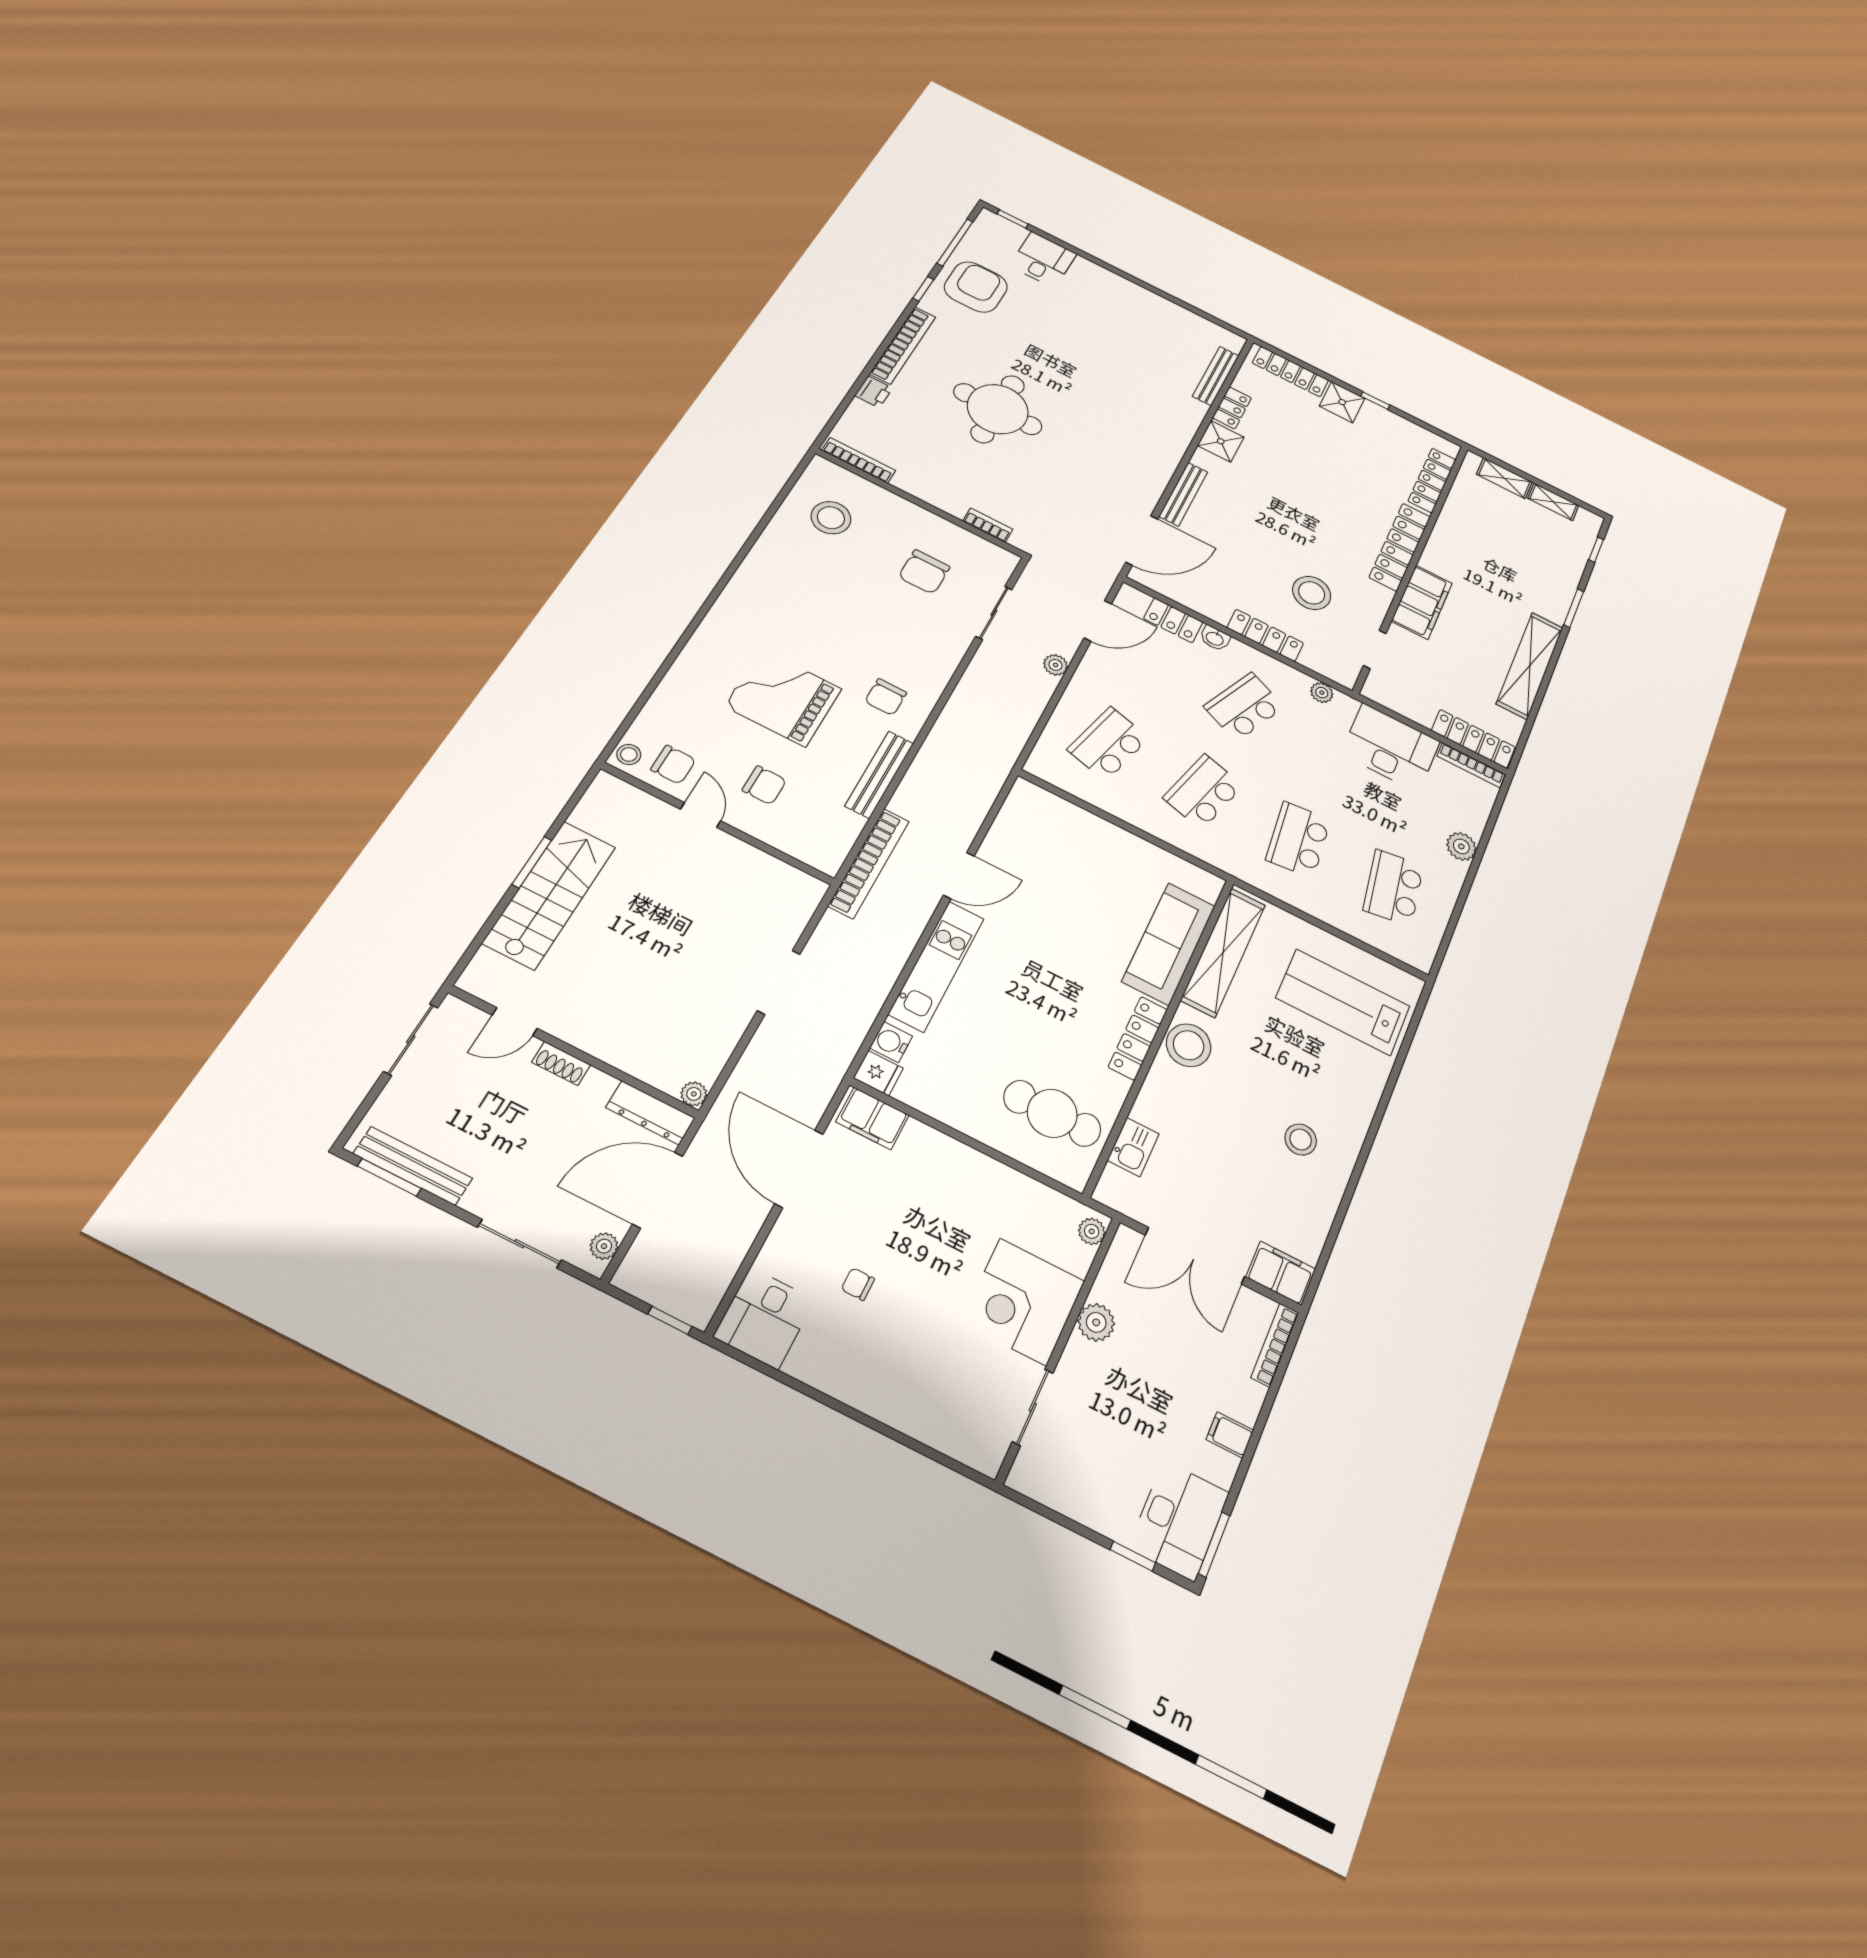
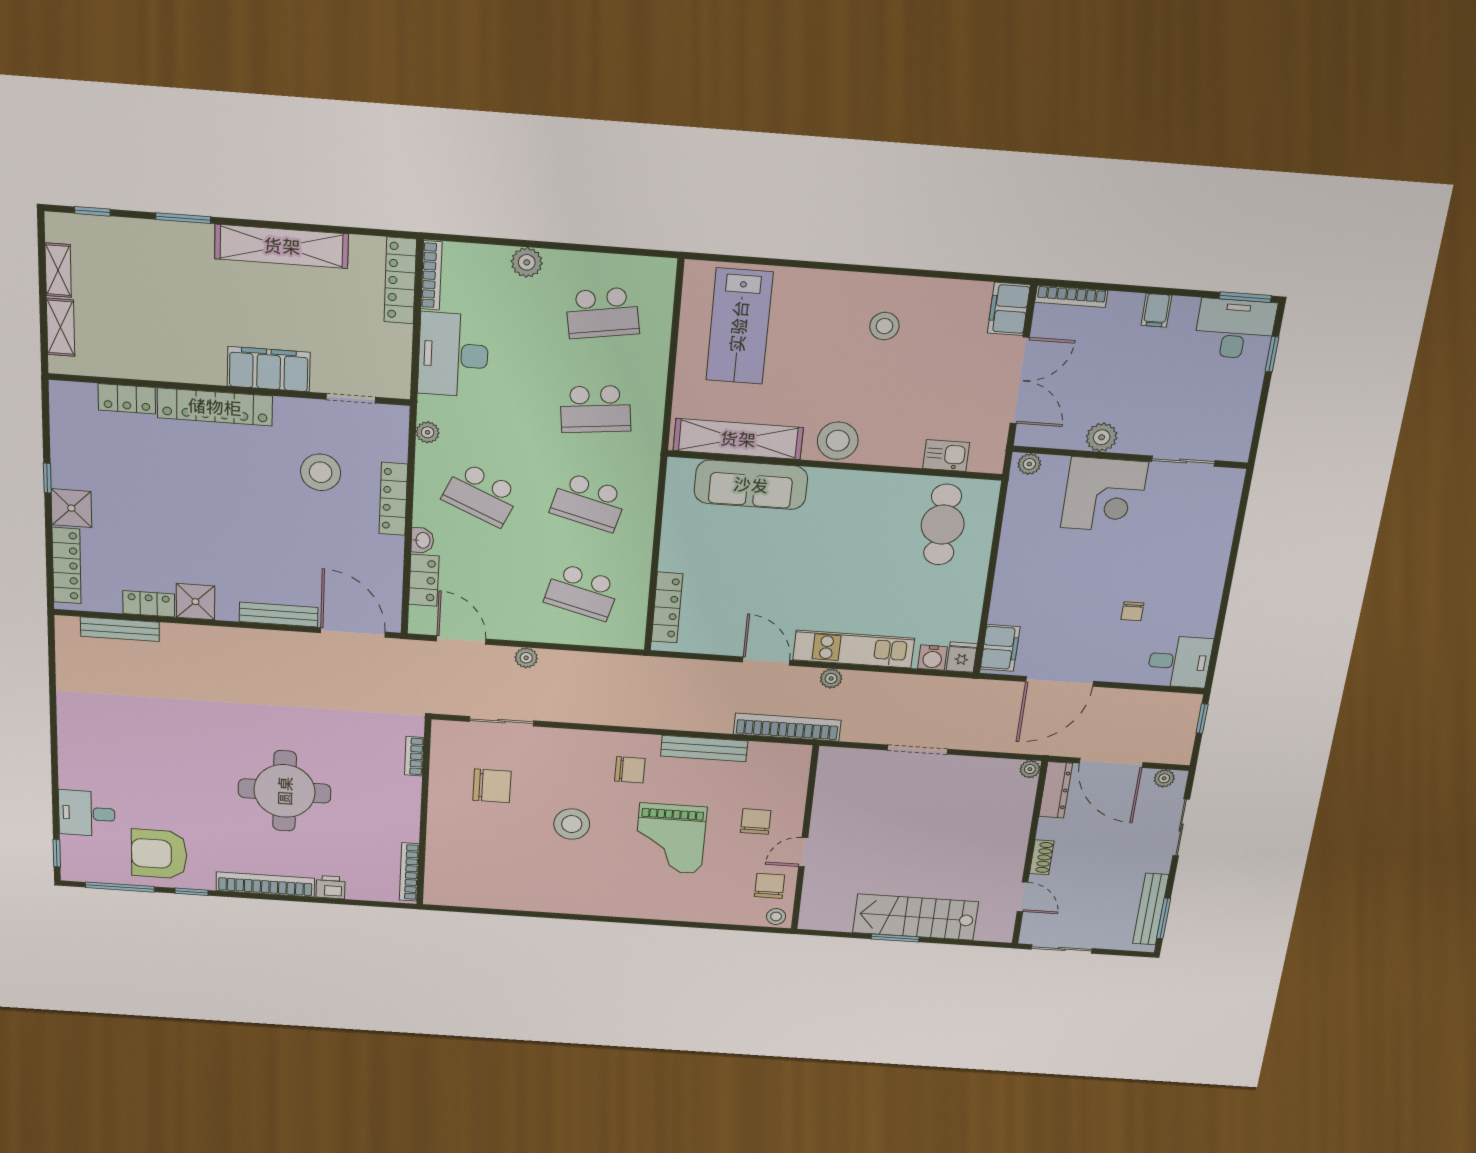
locker: (1432, 480) -> (127, 399), width x0.66
stool: (831, 518) -> (572, 824), moved
plant: (910, 930) -> (831, 678), added
locker: (1138, 1038) -> (667, 608), moved, turned -90

